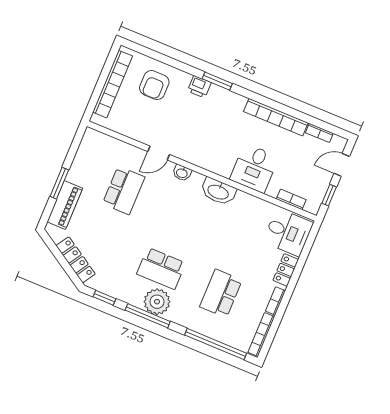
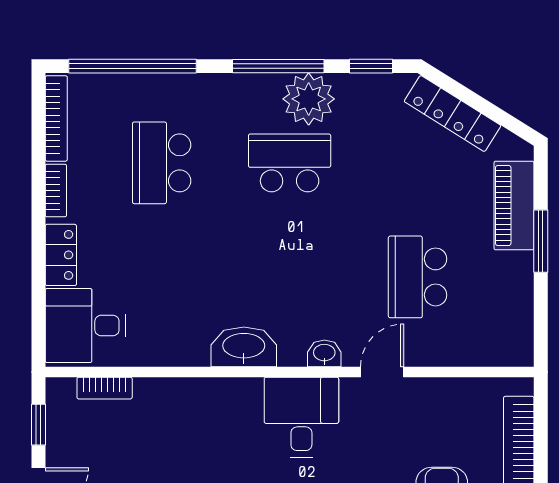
desk: (254, 168) -> (301, 417), moved
school desk: (221, 293) -> (162, 163), turned 180
plant: (157, 302) -> (309, 99), moved

